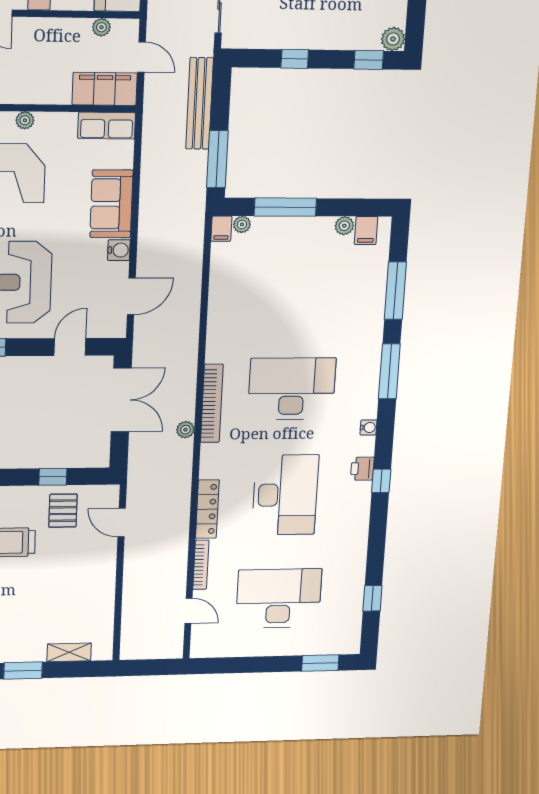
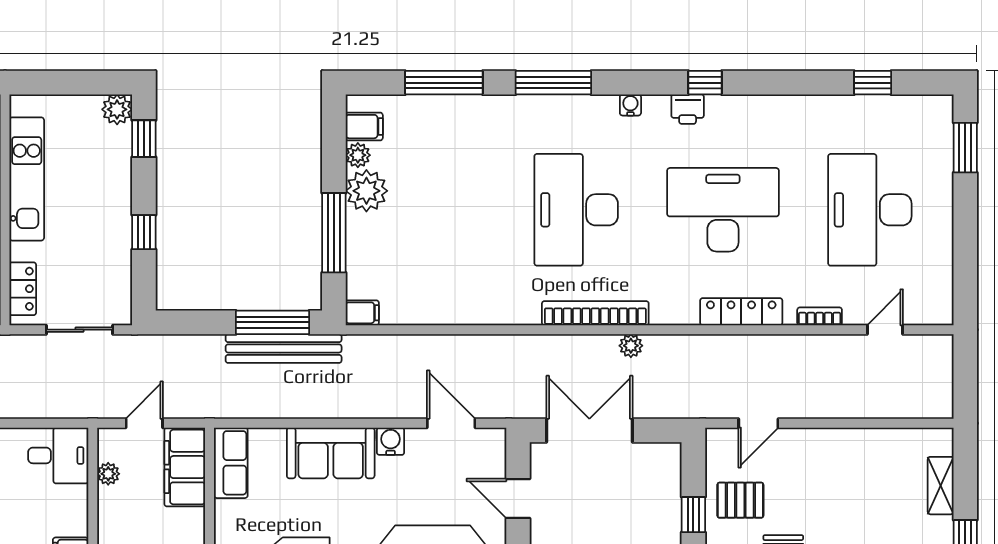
bench: (199, 103) -> (284, 348), moved
plant: (242, 224) -> (366, 191), moved, width x1.88, depth x1.88
bookcase: (201, 565) -> (820, 316), width x0.64

